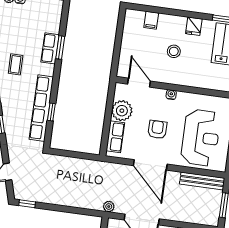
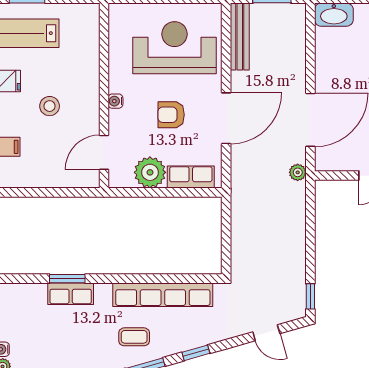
coffee table: (16, 64) -> (134, 337), moved
window: (51, 112) -> (167, 279), removed

